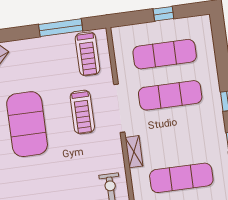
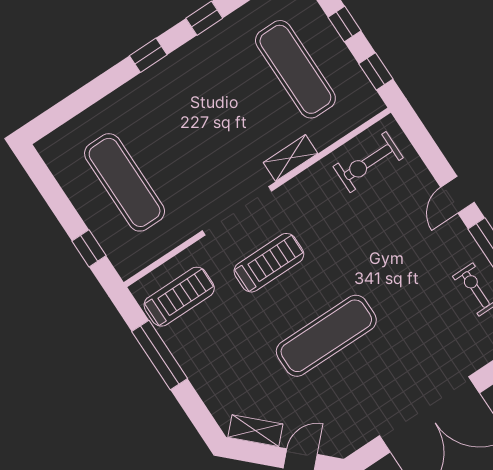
window: (163, 14) -> (89, 248), moved
exercise mat: (170, 95) -> (181, 145), removed
exercise mat: (27, 124) -> (326, 336), width x0.68

